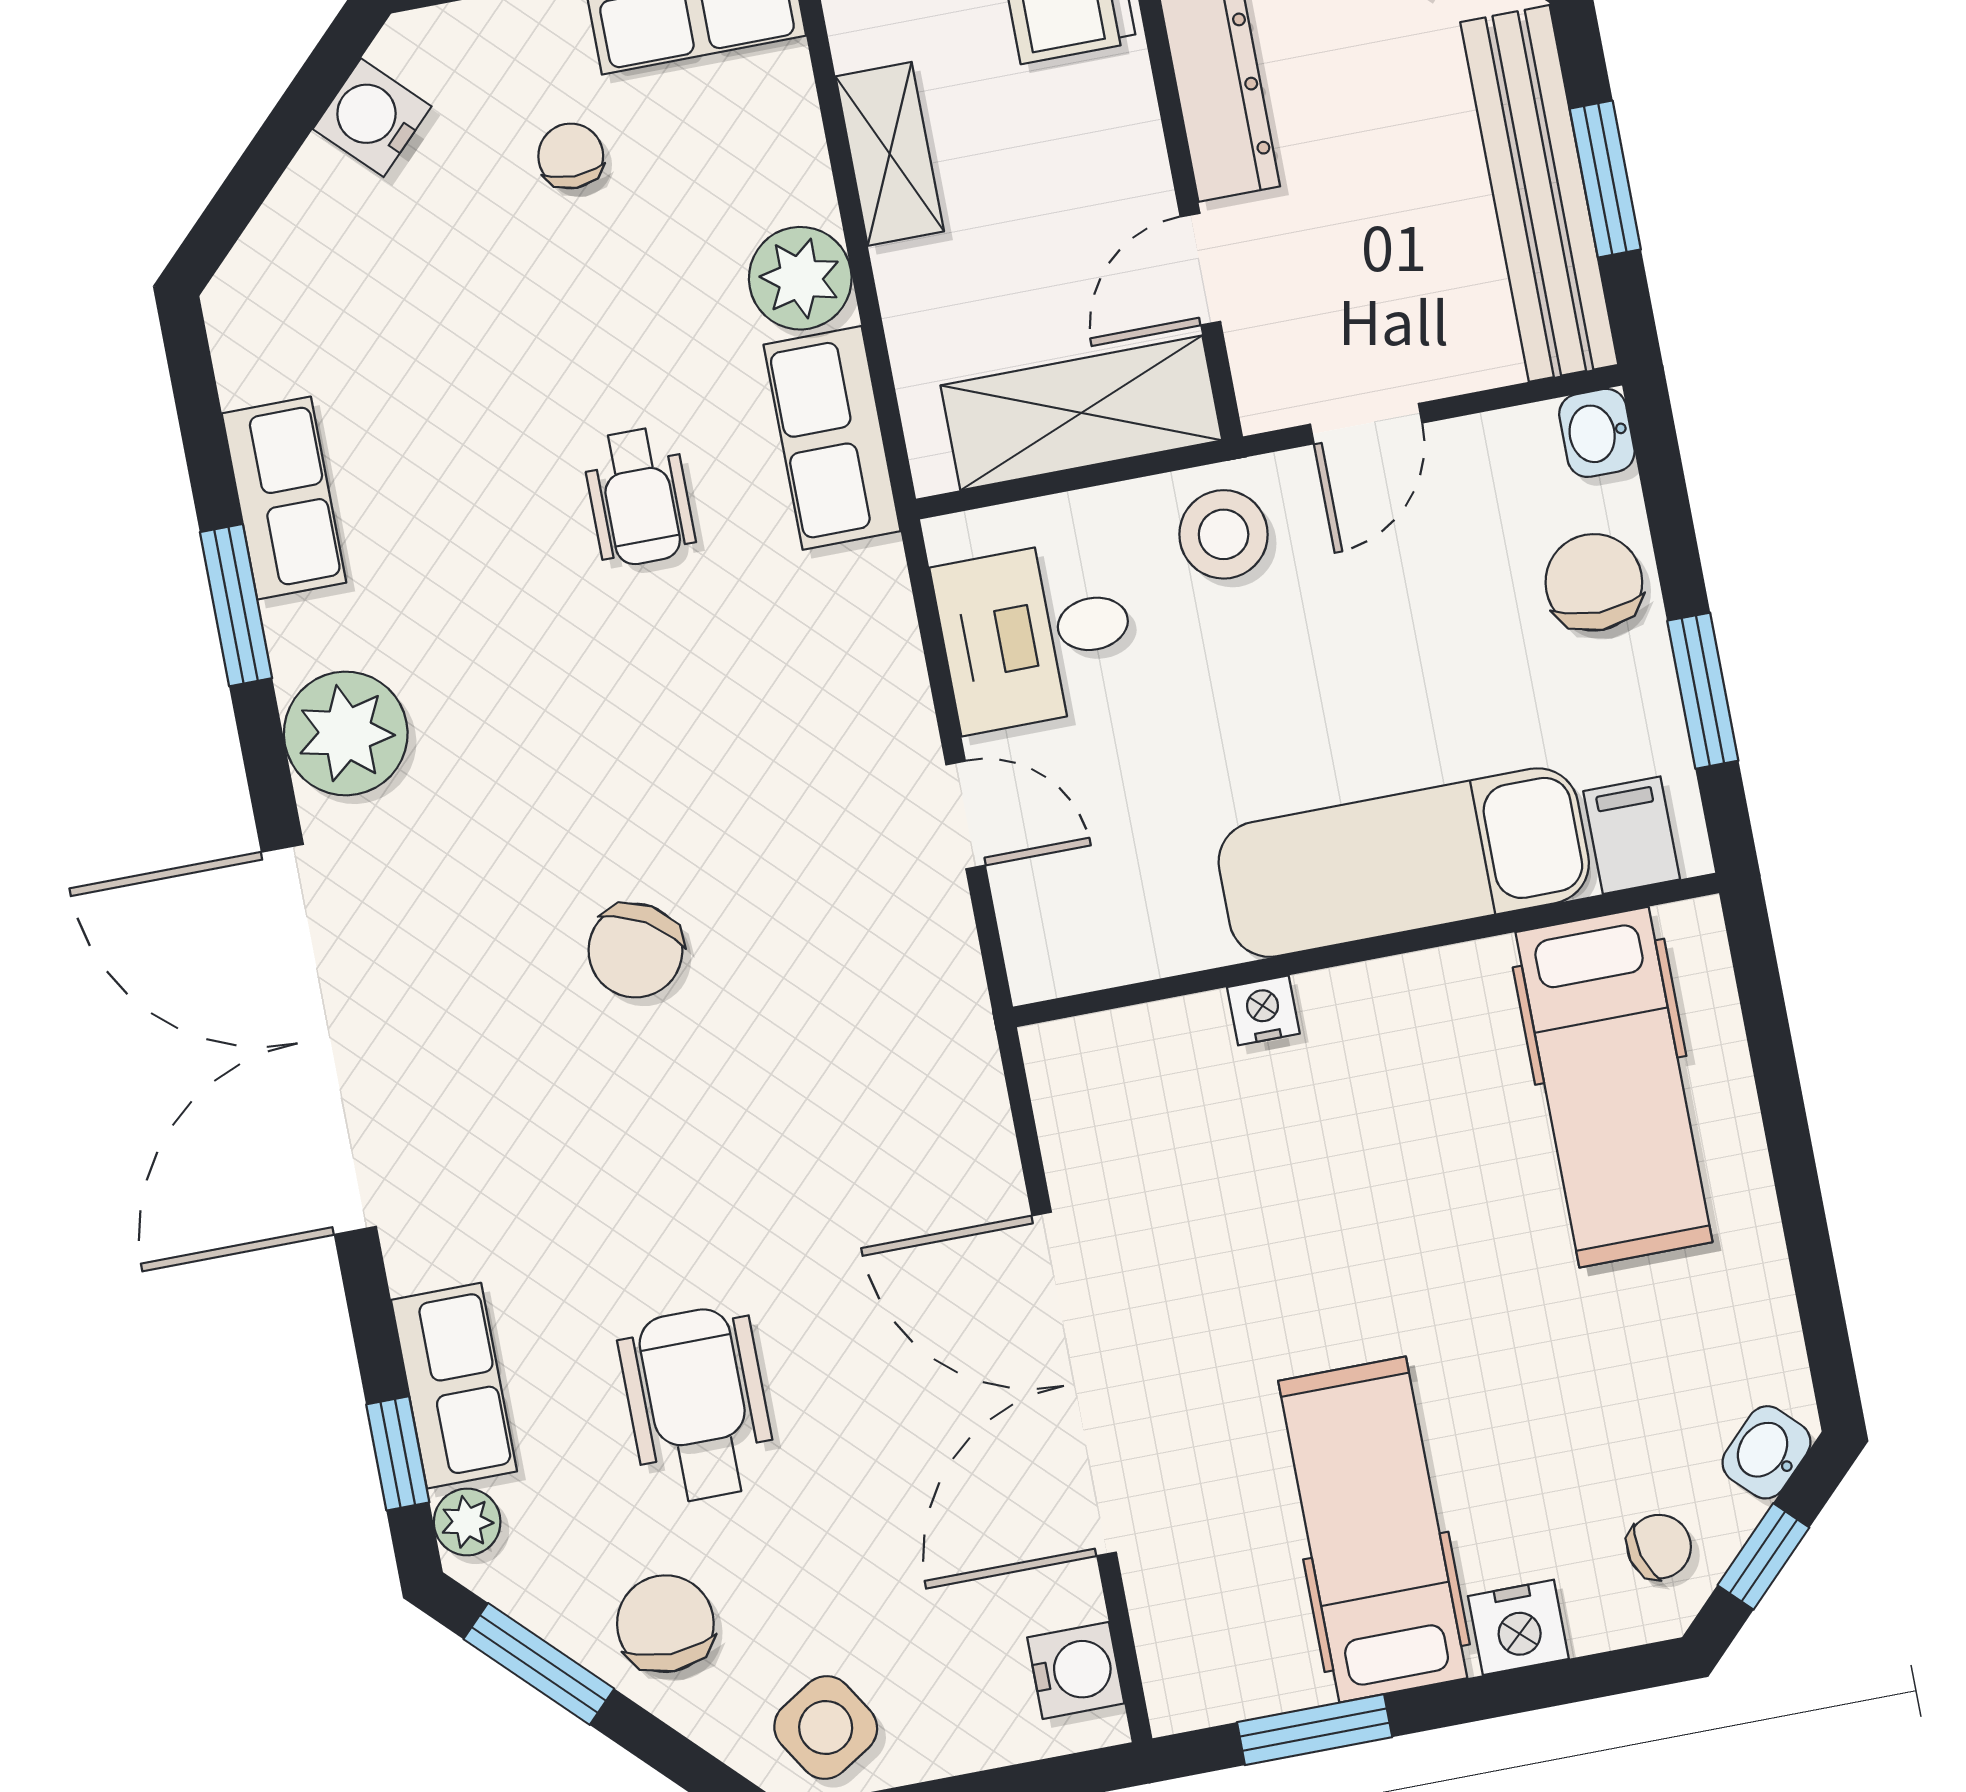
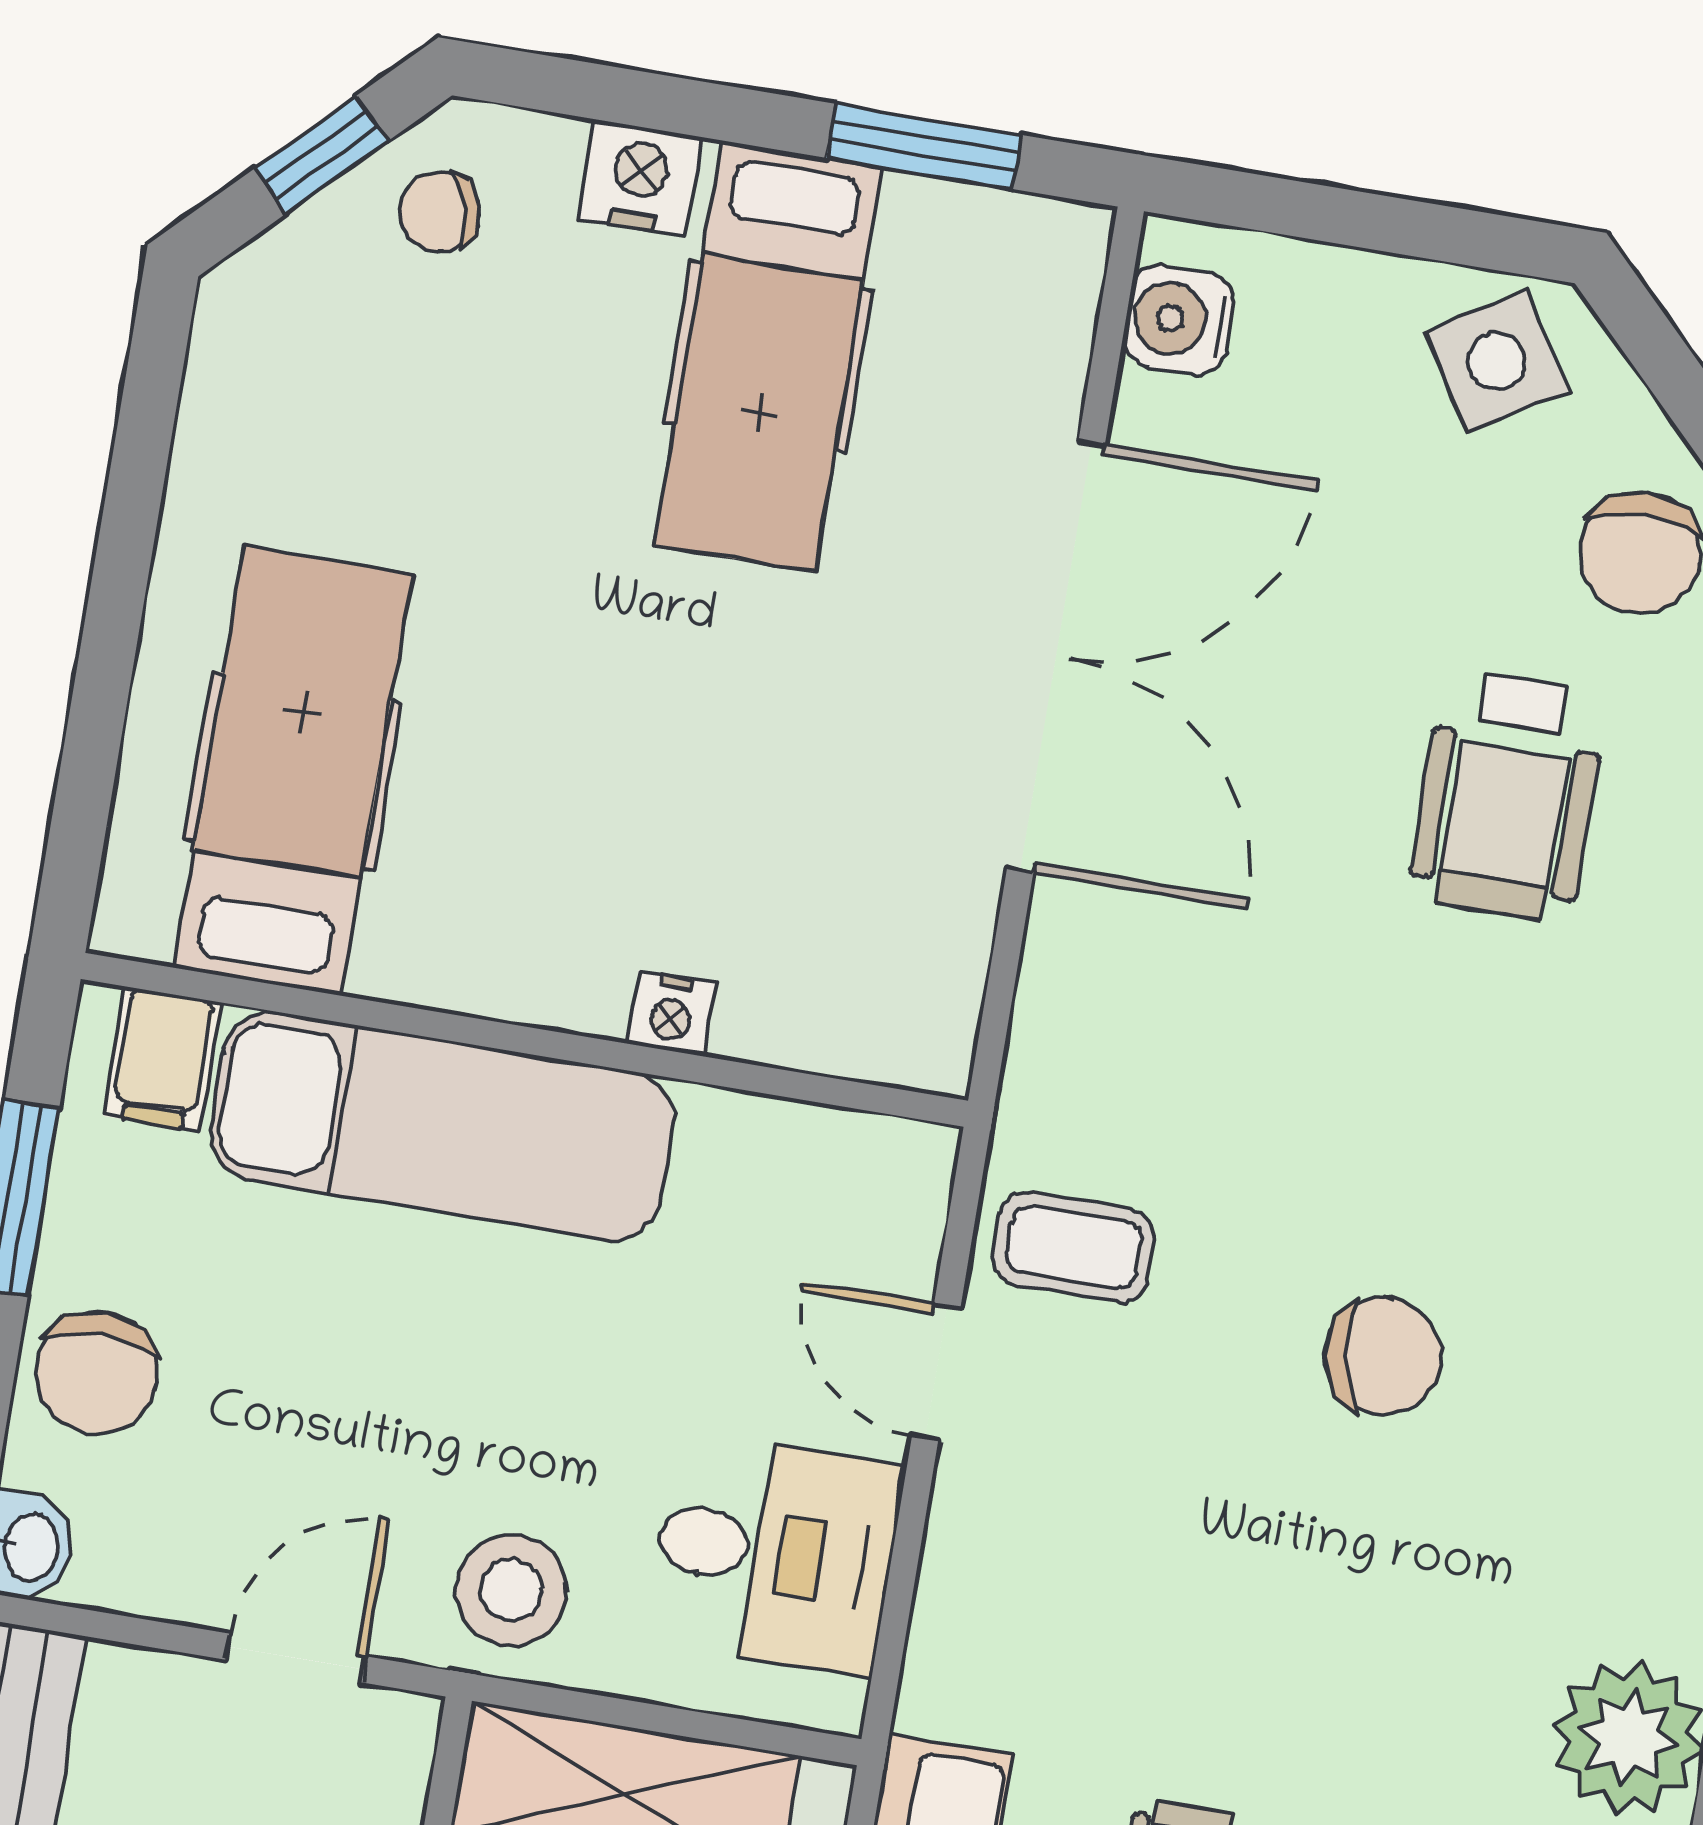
coffee table: (897, 947) -> (1074, 1247), added
chair: (635, 950) -> (1383, 1357), turned 50
washbasin: (1766, 1452) -> (272, 276), removed

